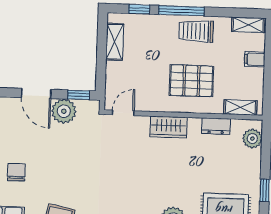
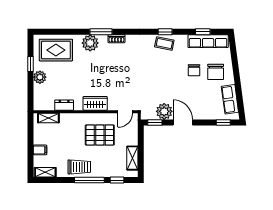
pallet: (191, 81) -> (100, 135), moved
plant: (252, 139) -> (40, 77), moved

